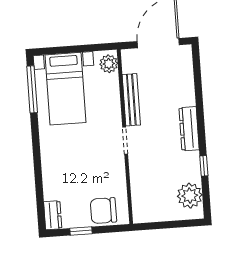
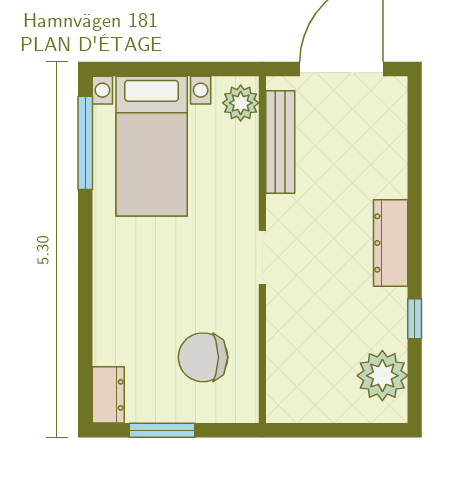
bench: (131, 100) -> (280, 142), moved
chair: (103, 211) -> (203, 357), moved
window: (81, 231) -> (162, 430), width x1.50

